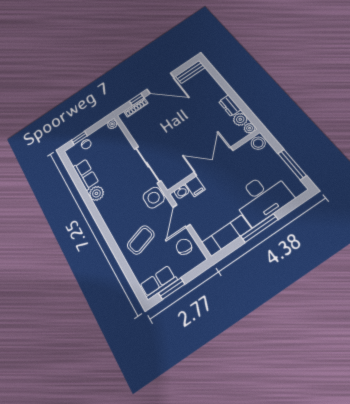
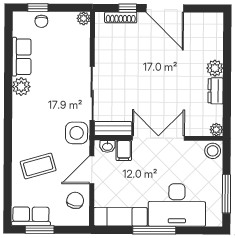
bench: (190, 72) -> (113, 128), moved
plant: (240, 119) -> (215, 68), moved

